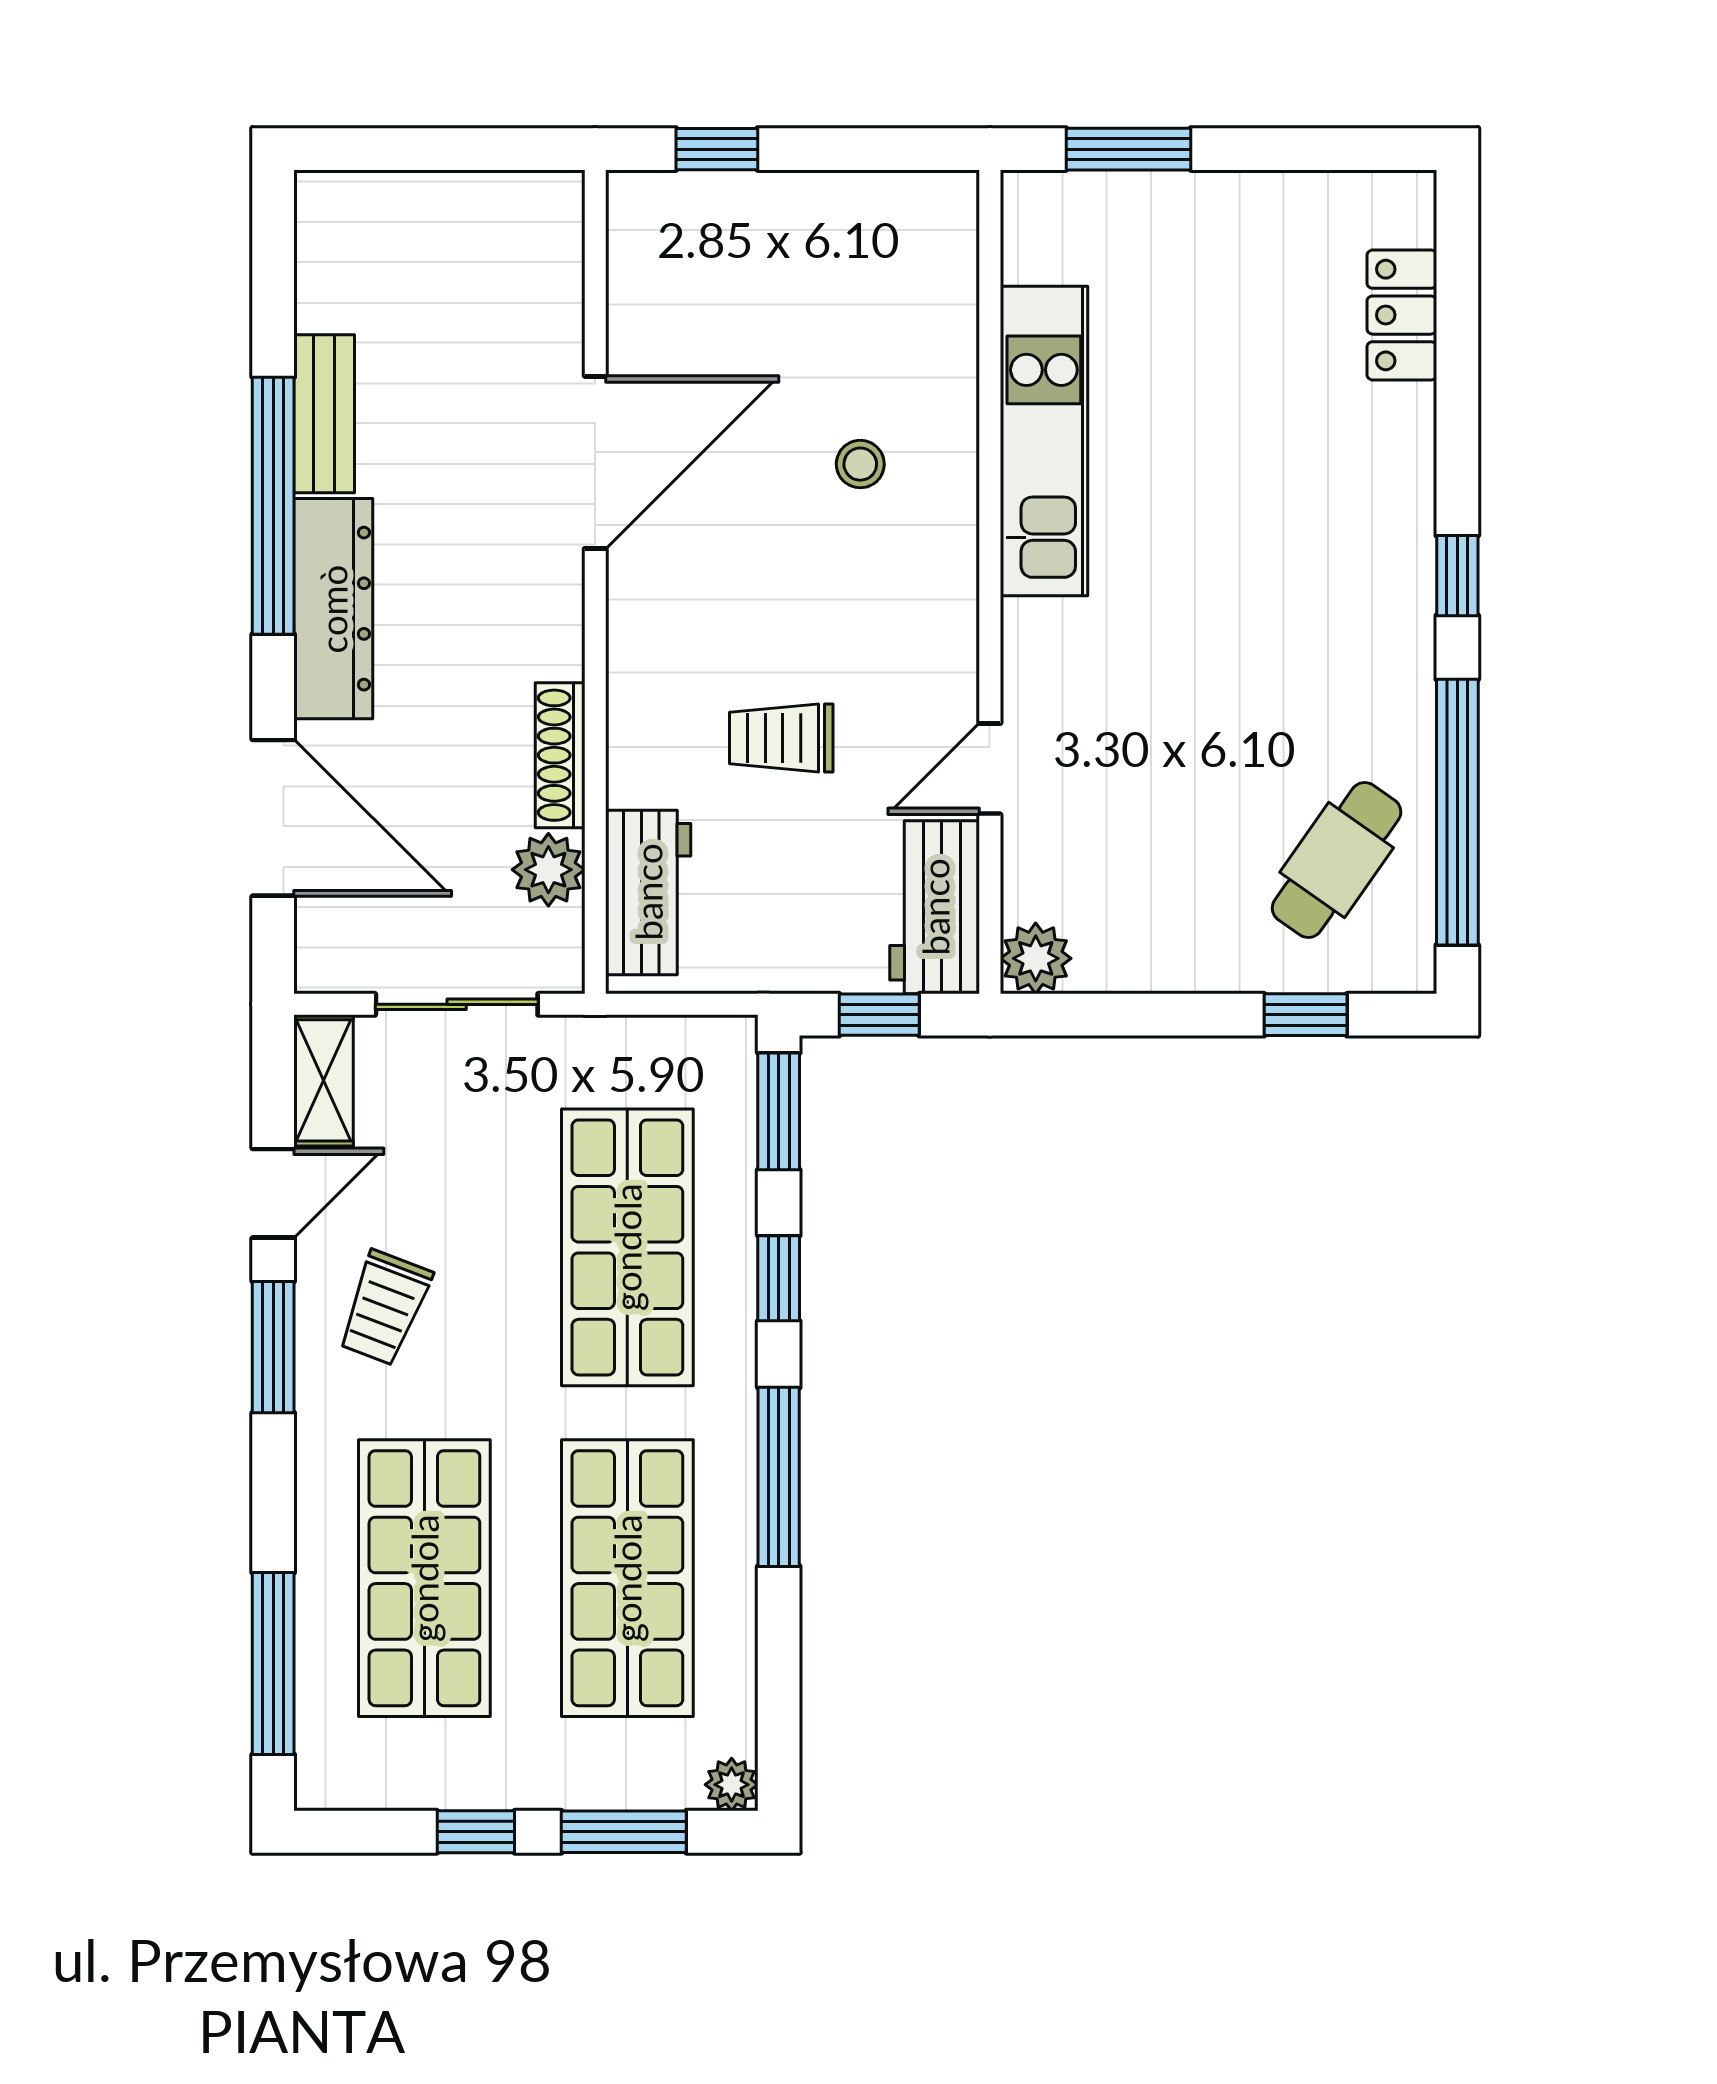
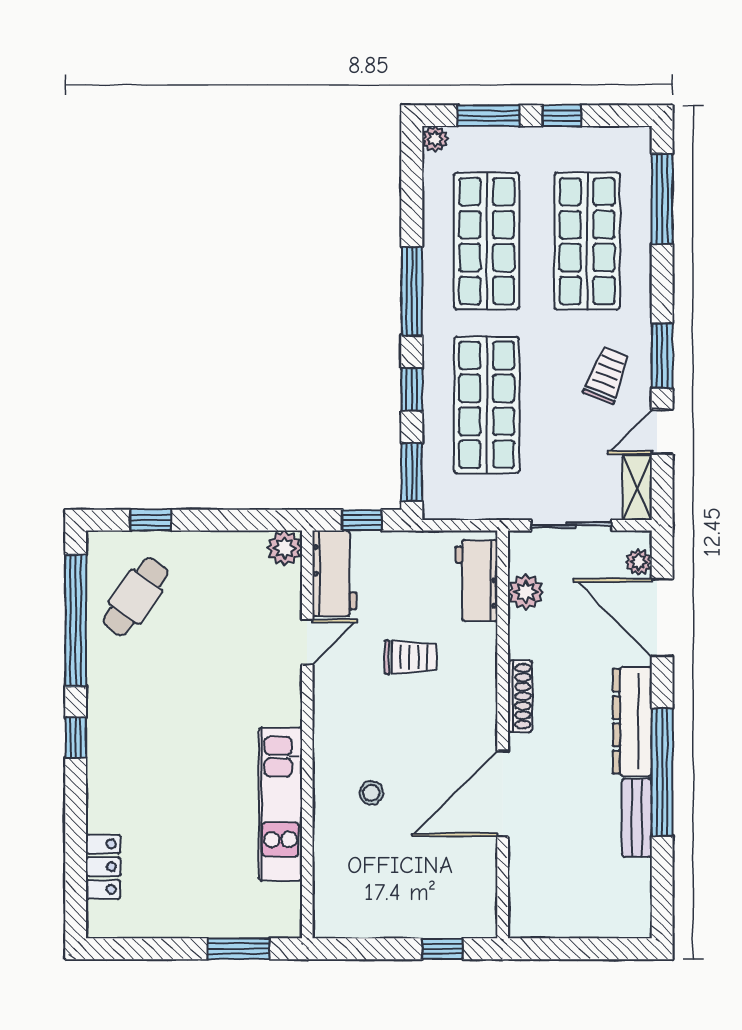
shoe rack: (560, 755) -> (520, 696), moved
plant: (321, 930) -> (639, 562), added

